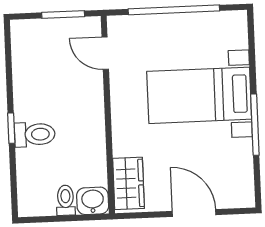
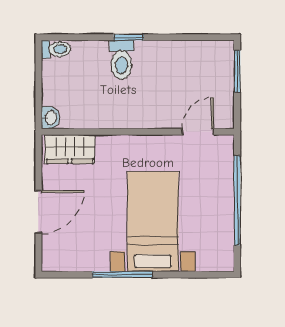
window: (63, 15) -> (237, 71), moved
toilet: (66, 200) -> (56, 49), moved
washbasin: (93, 201) -> (50, 118), width x0.72, depth x0.69

